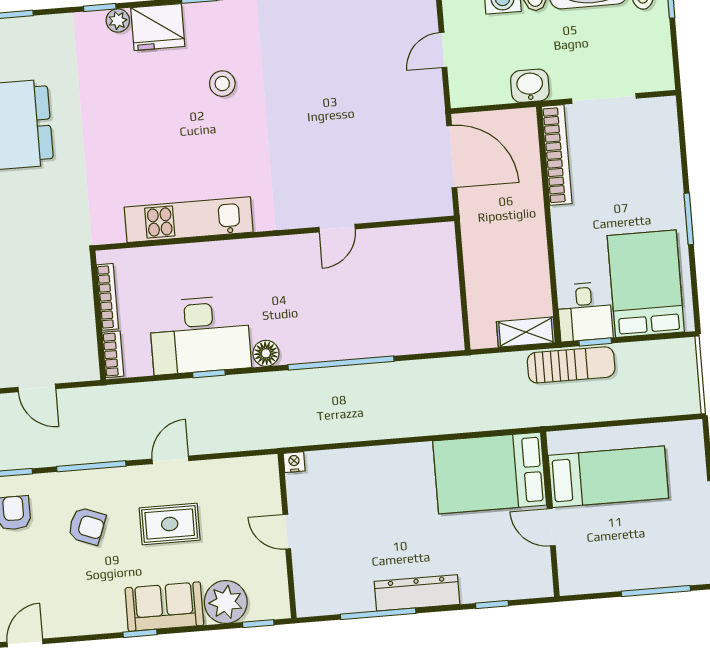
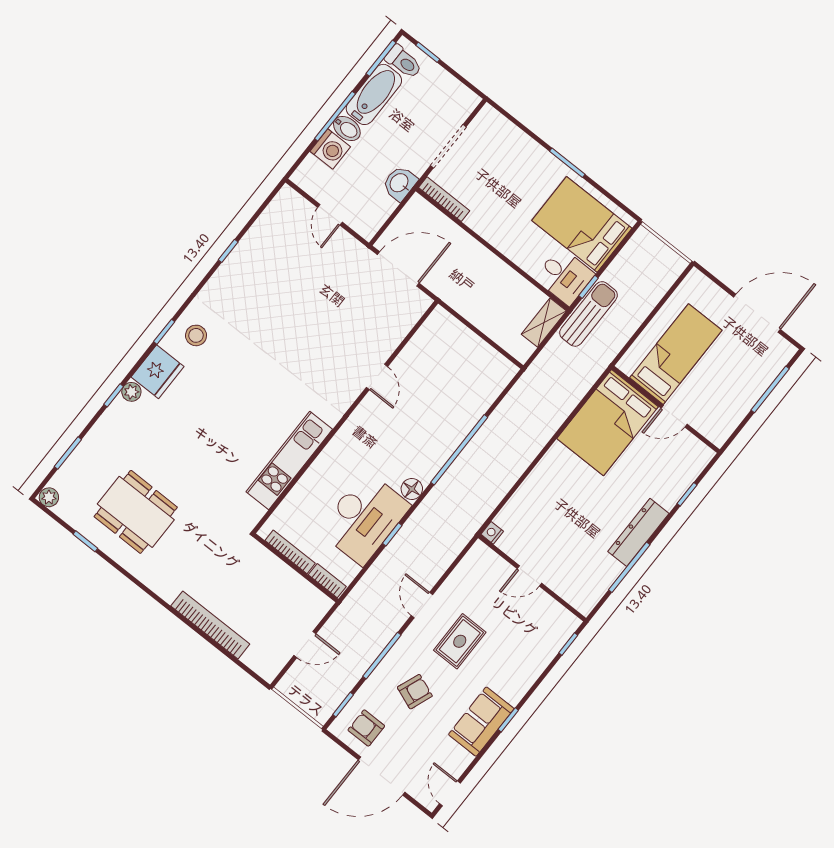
stool: (222, 84) -> (196, 335), moved
bookcase: (557, 155) -> (444, 199), width x0.68, depth x0.76
plant: (226, 602) -> (537, 651), removed
sofa: (164, 607) -> (481, 722), moved

